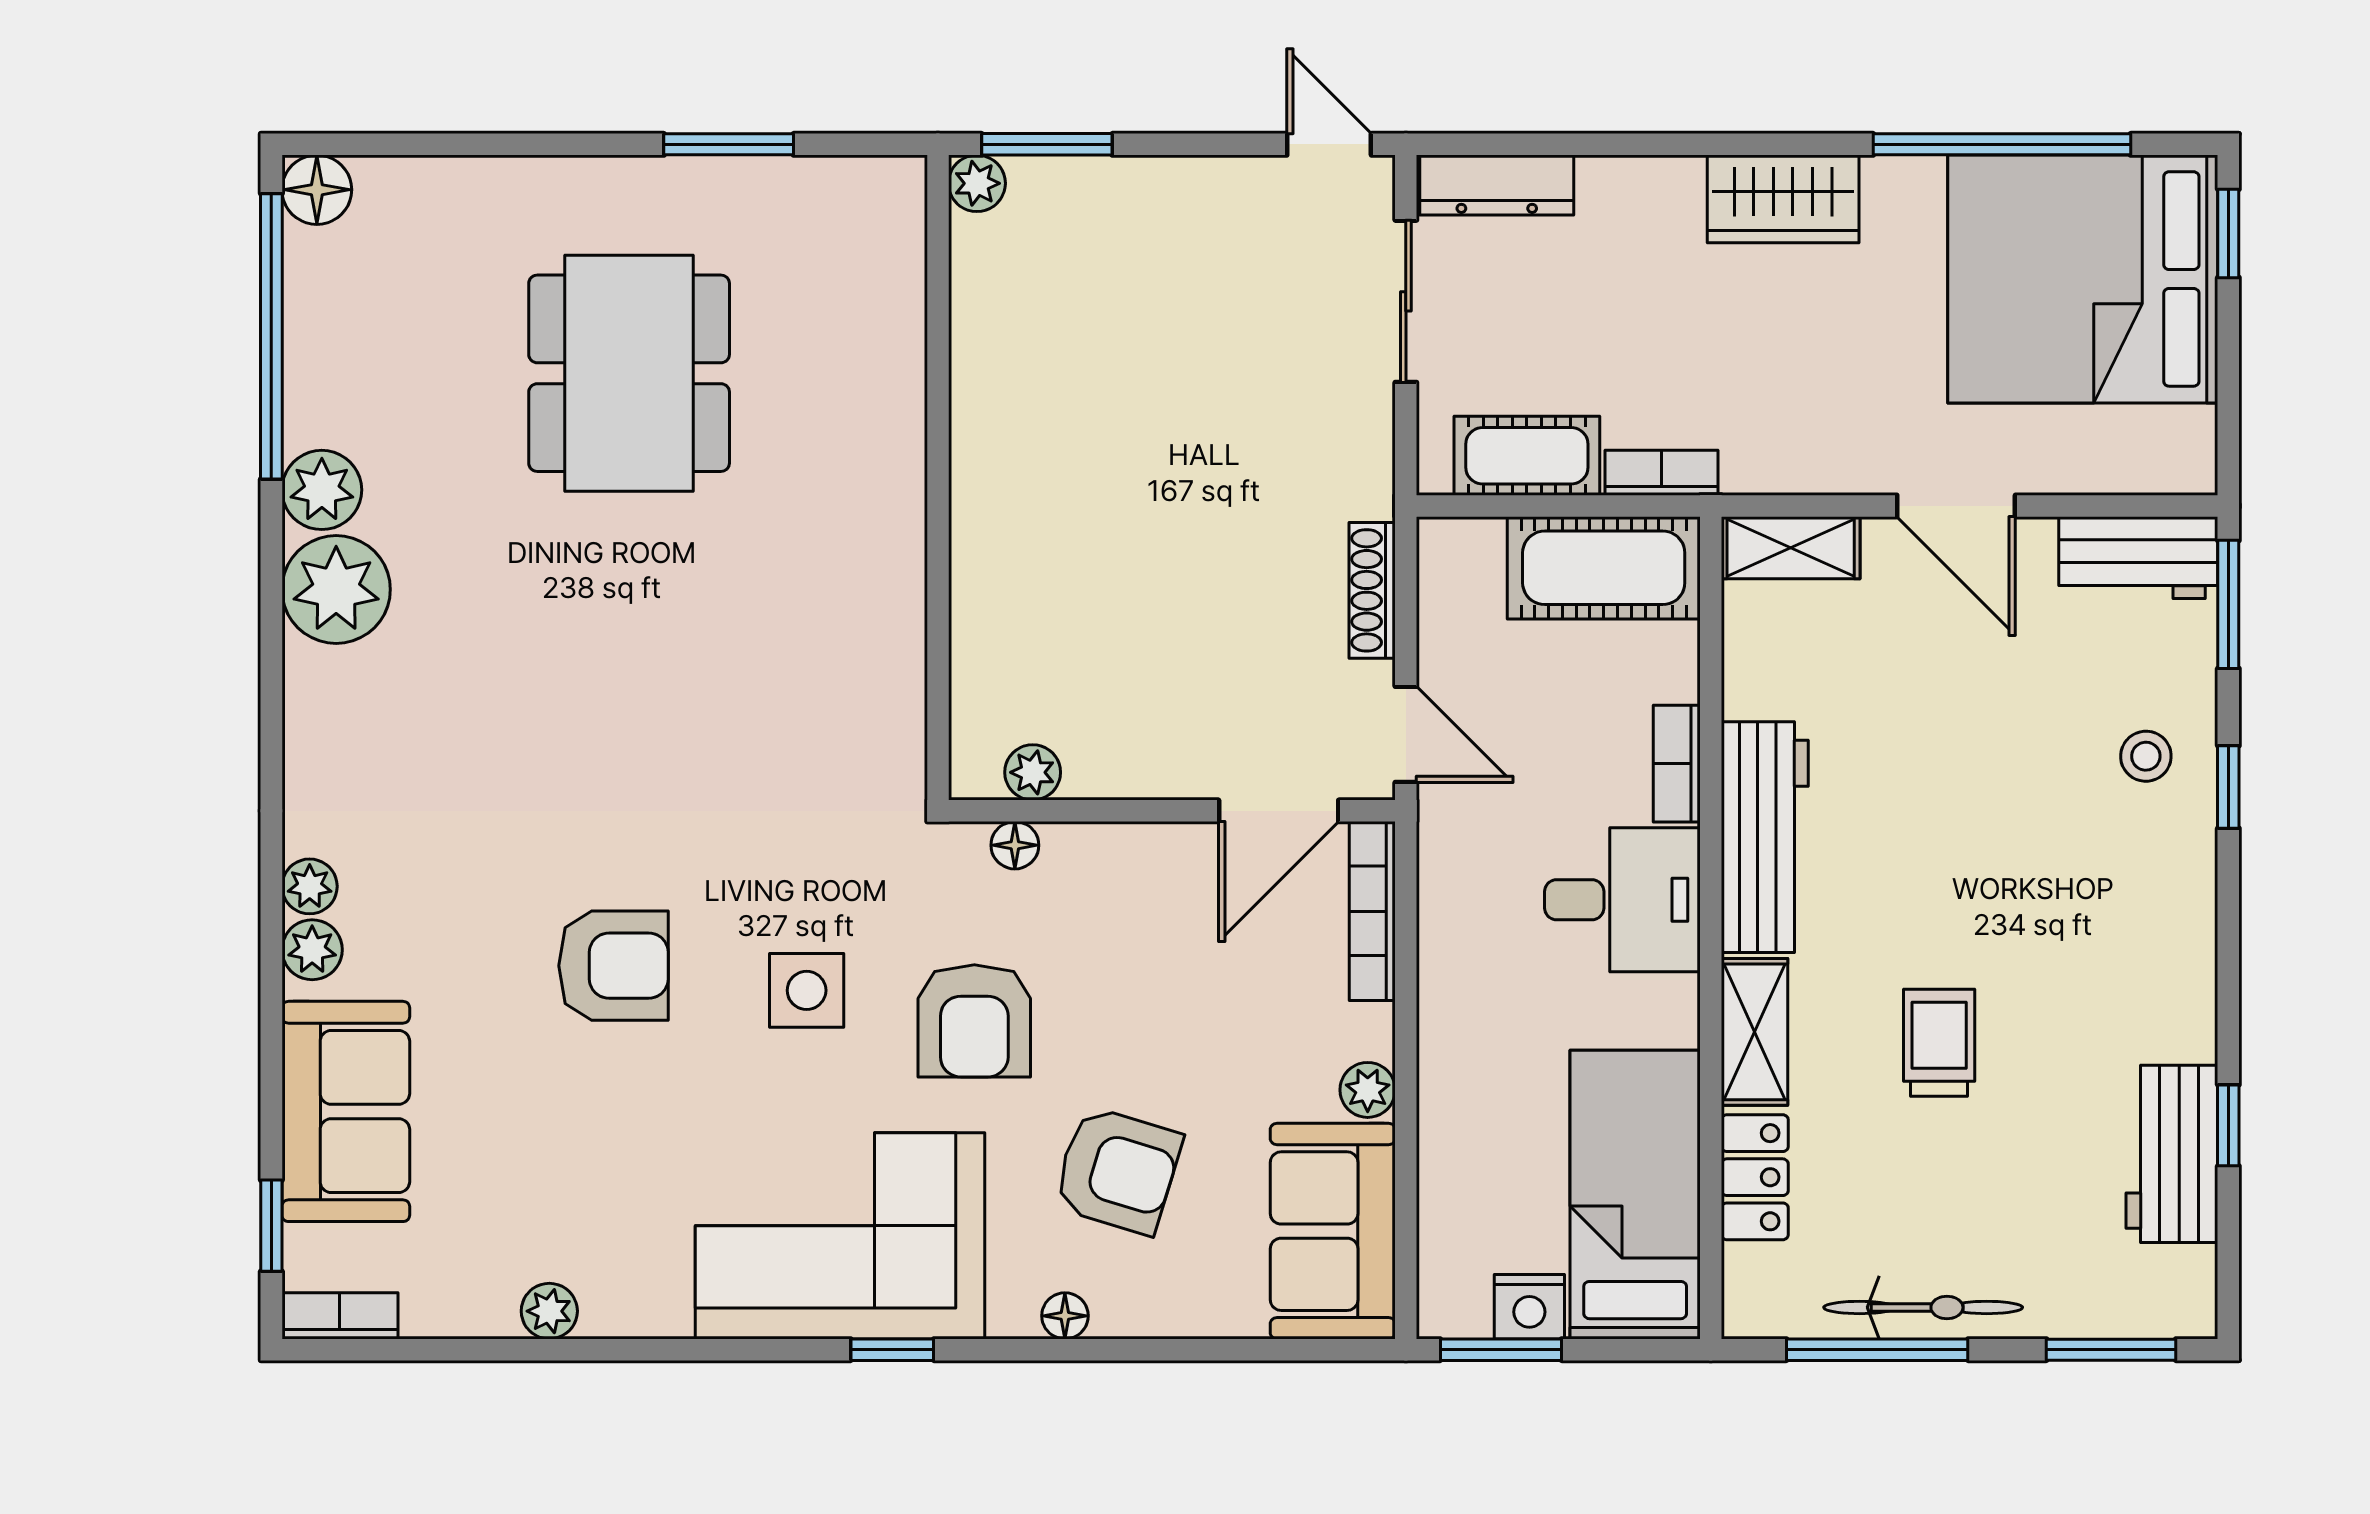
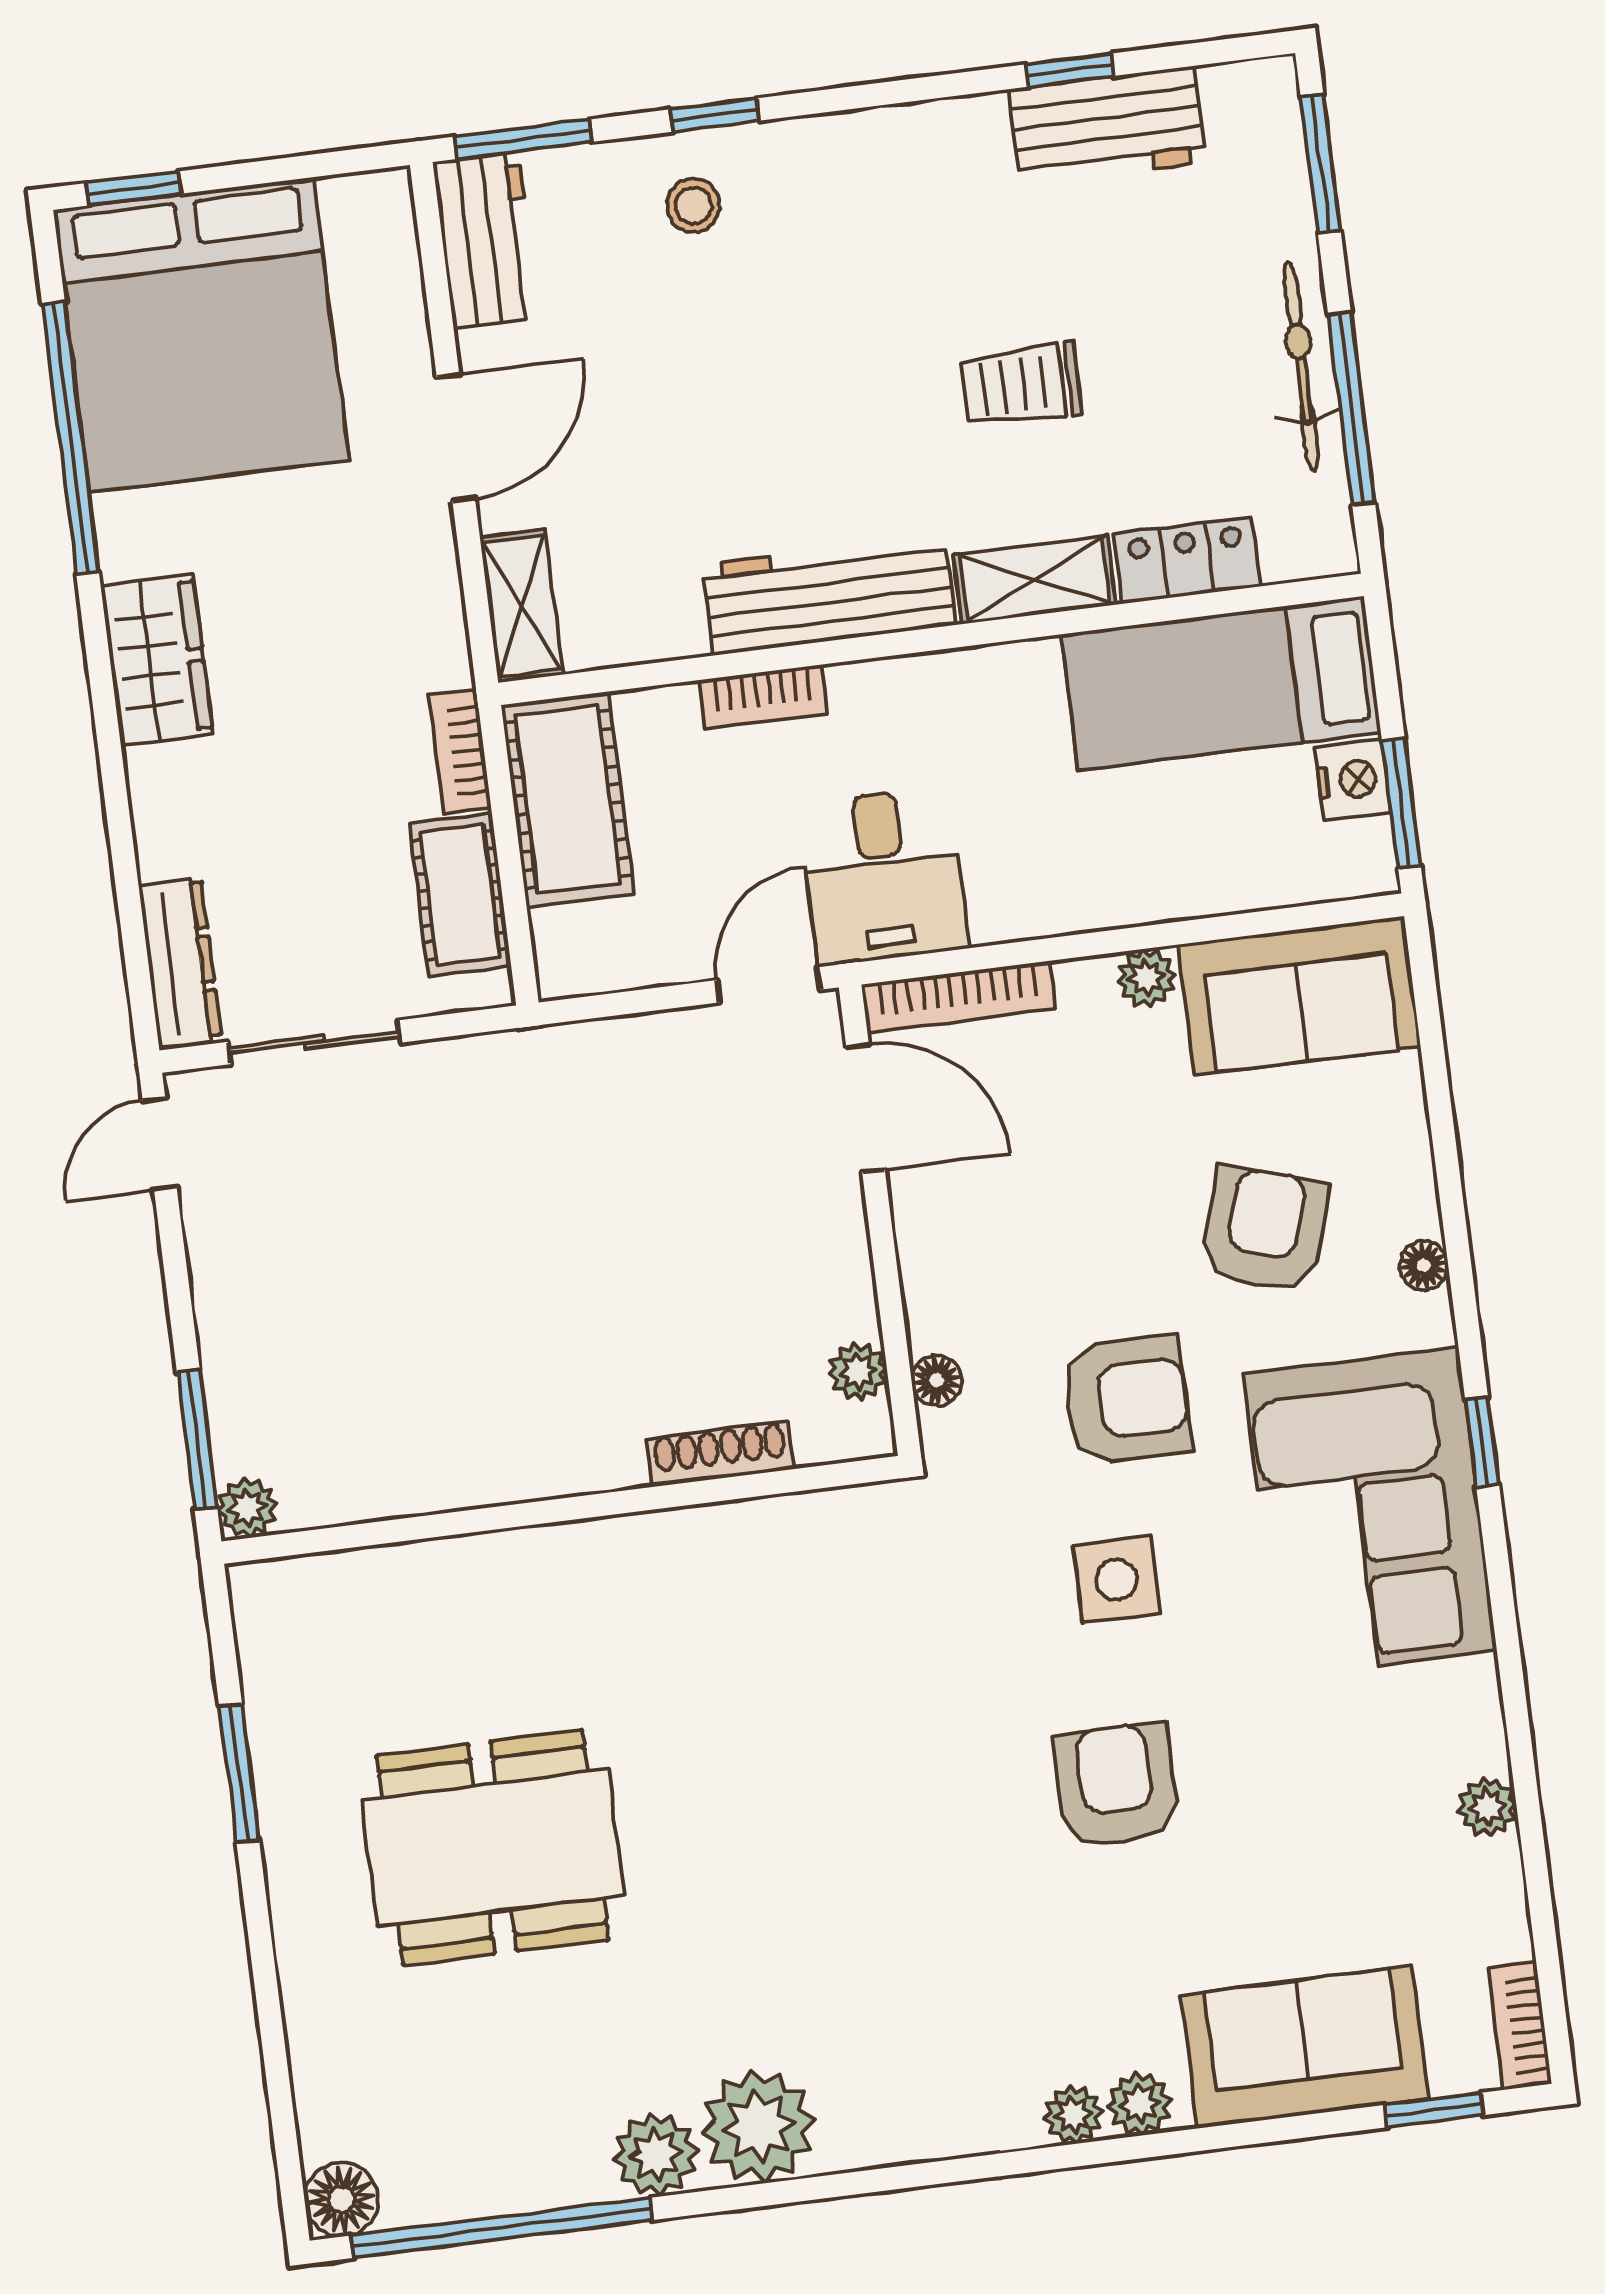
shoe rack: (1372, 590) -> (720, 1454), moved, turned 180
desk: (1622, 900) -> (883, 876), moved, turned 180

